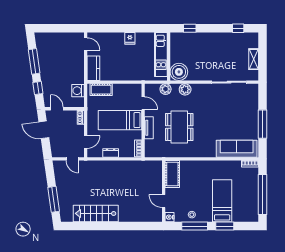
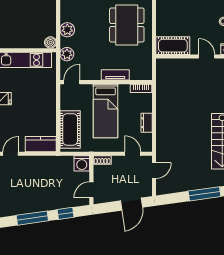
boiler: (179, 72) -> (50, 42), width x0.54, depth x0.54
cot: (101, 90) -> (70, 129), width x1.37, depth x1.34
washing machine: (78, 91) -> (82, 163), moved
door: (143, 103) -> (72, 82), moved
dining table: (179, 127) -> (127, 25), moved, turned 90
door: (44, 130) -> (132, 204), moved
door: (164, 201) -> (207, 57), swing flipped

